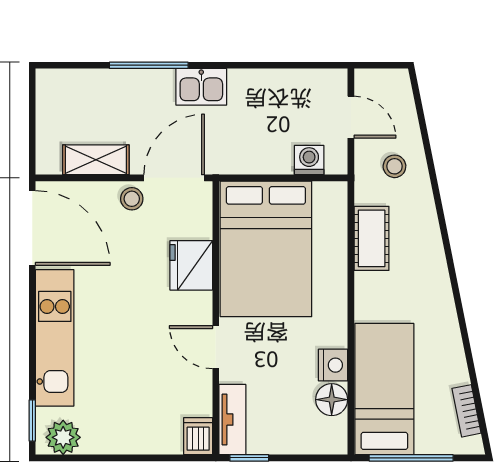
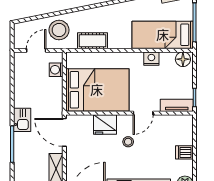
stool: (394, 166) -> (59, 30), width x1.89, depth x1.89
stool: (132, 199) -> (128, 142), moved
floor lamp: (332, 400) -> (183, 59), moved
dishwasher: (198, 436) -> (184, 152), moved

